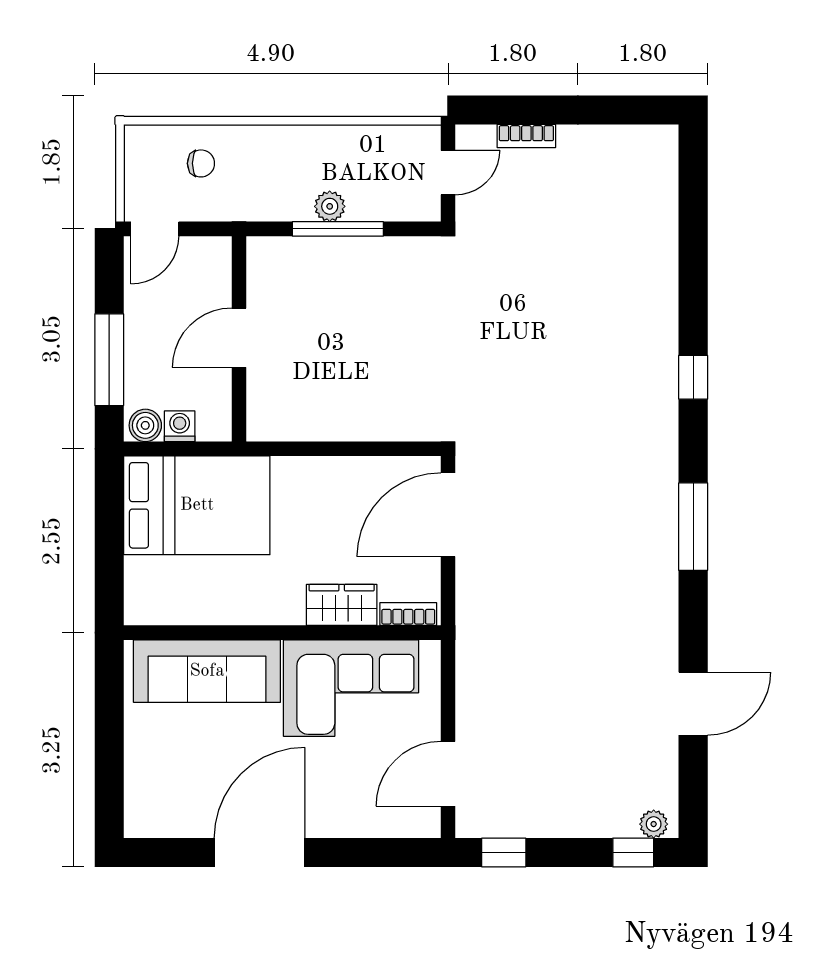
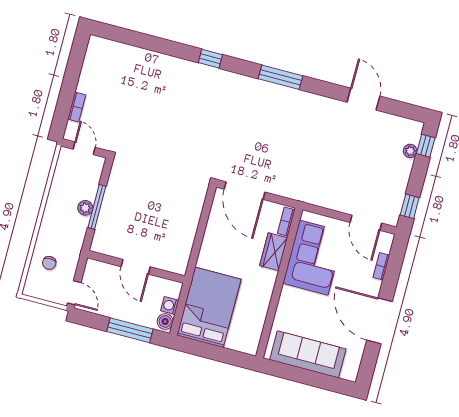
chair: (201, 163) -> (49, 263), turned 180
sofa: (207, 671) -> (308, 354), moved, turned -90
plant: (654, 824) -> (410, 151), moved
bookcase: (369, 827) -> (381, 266), added

